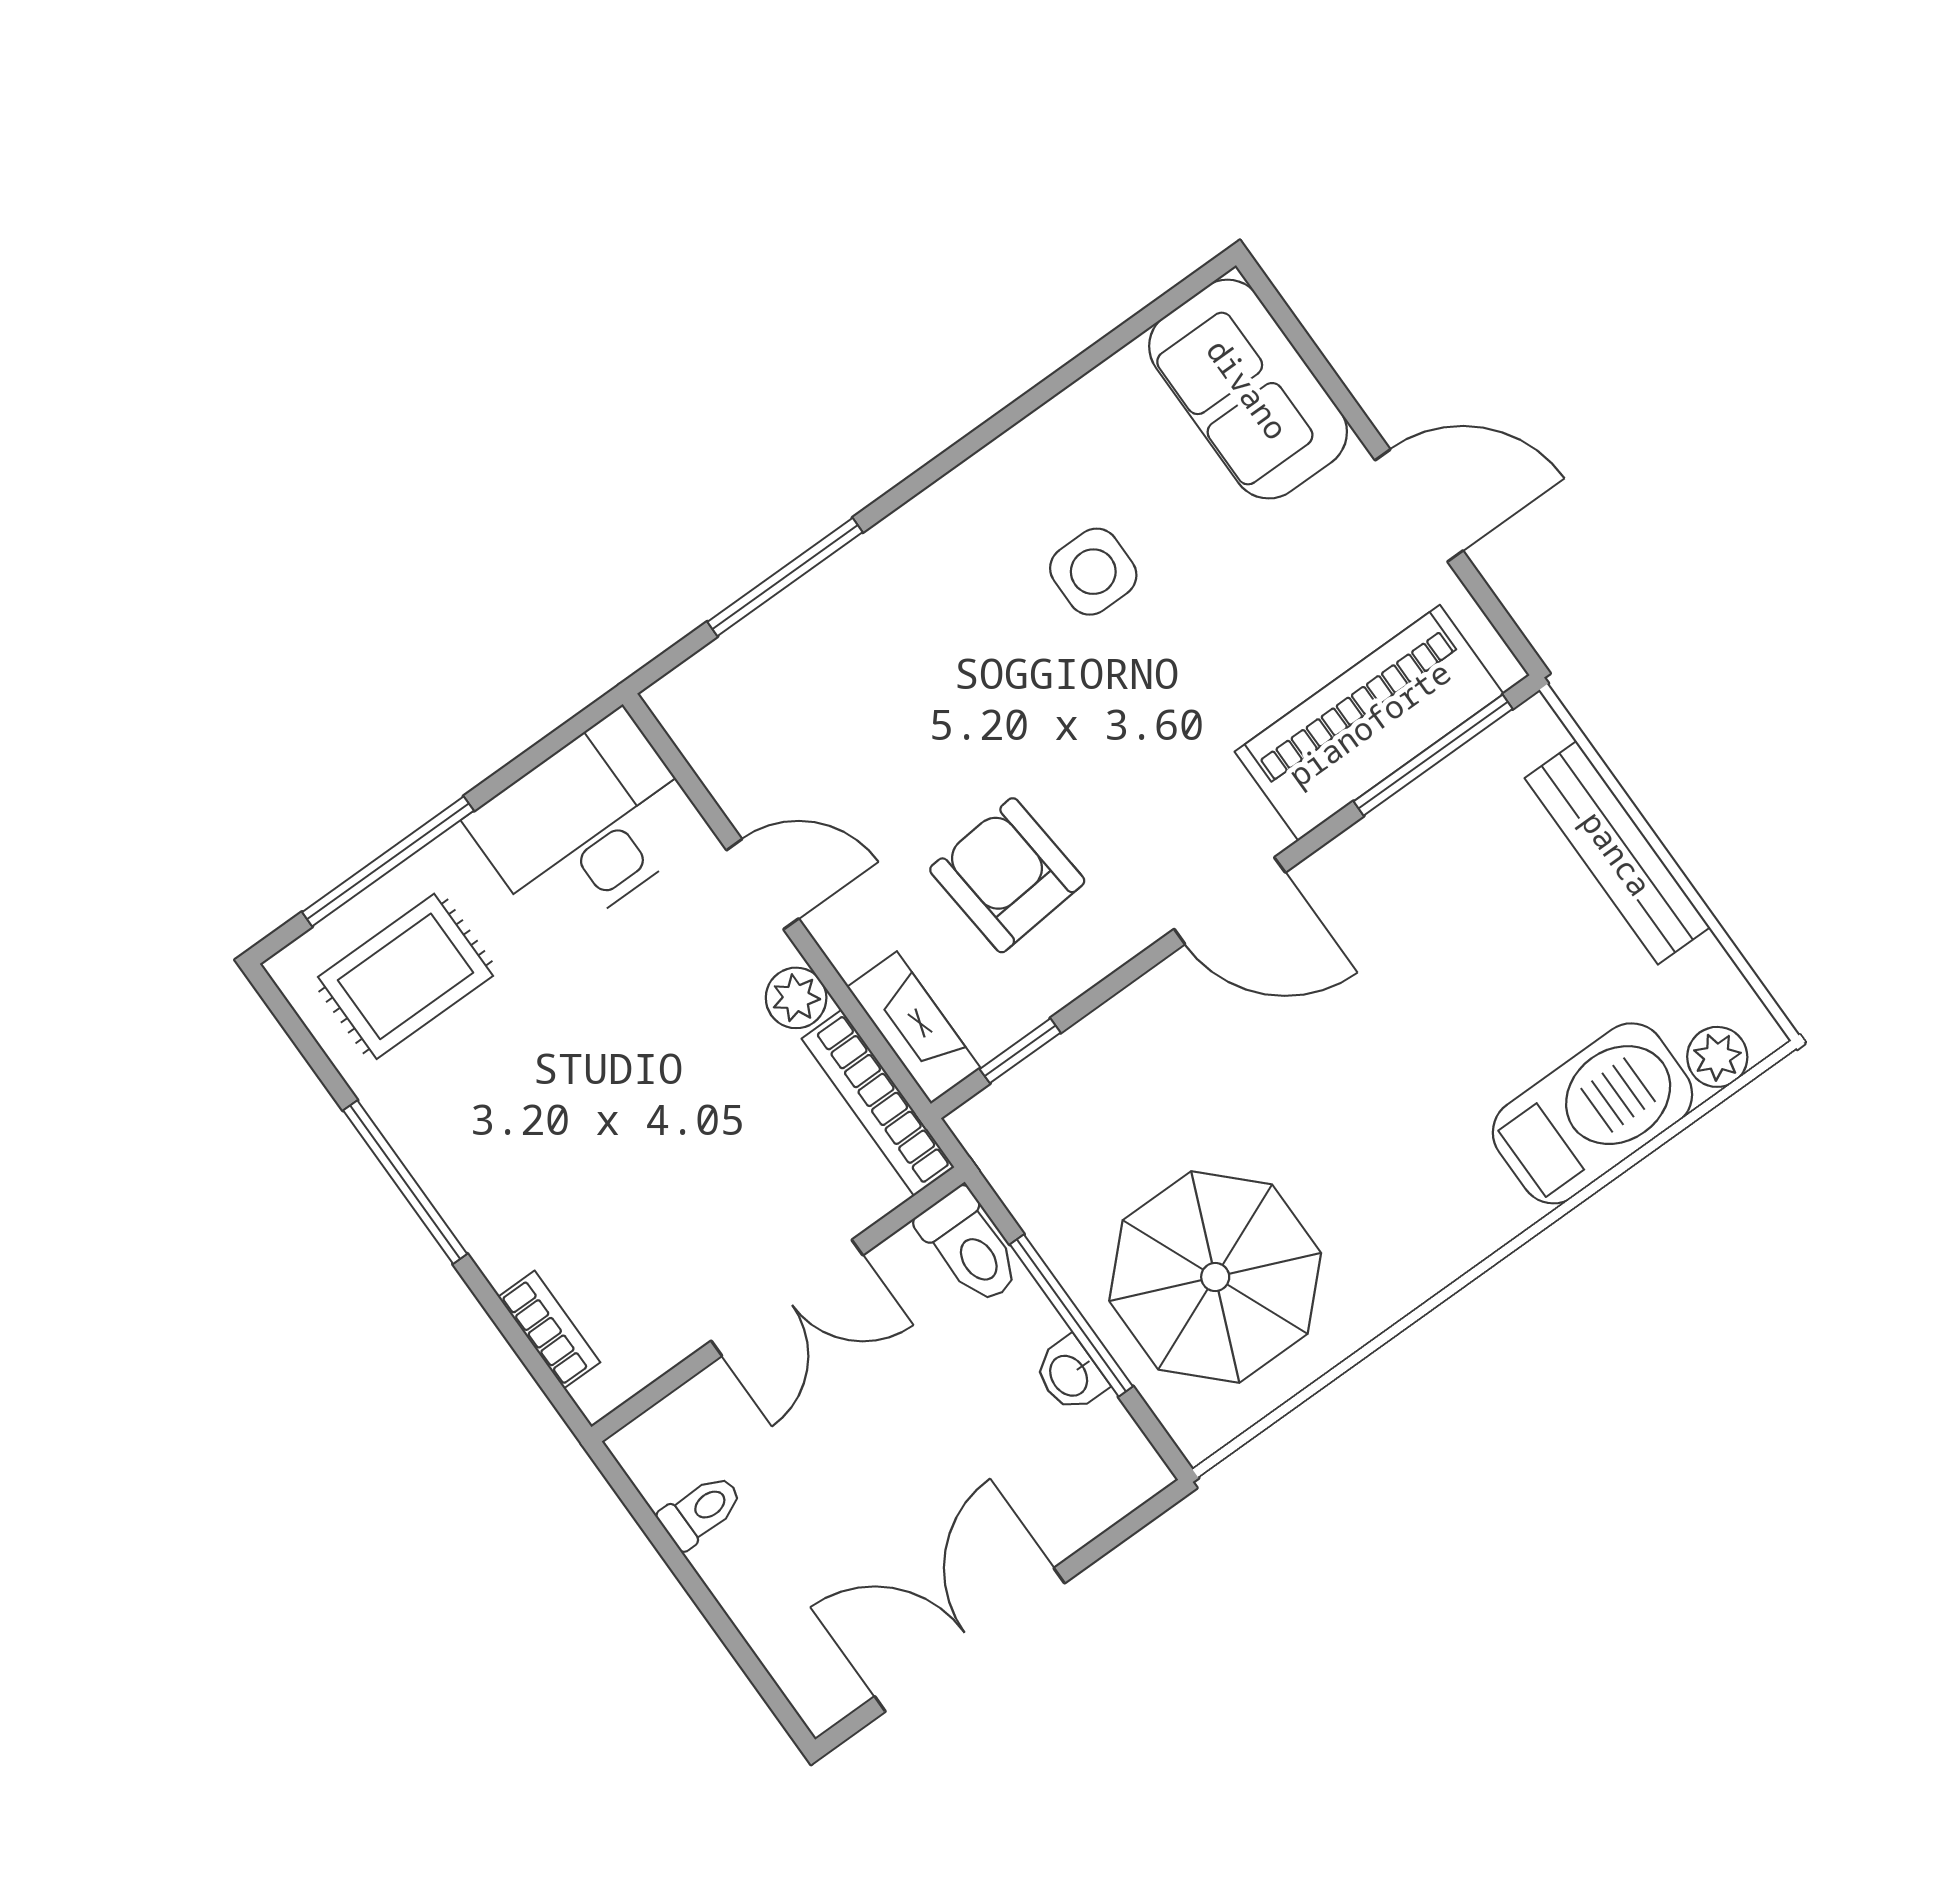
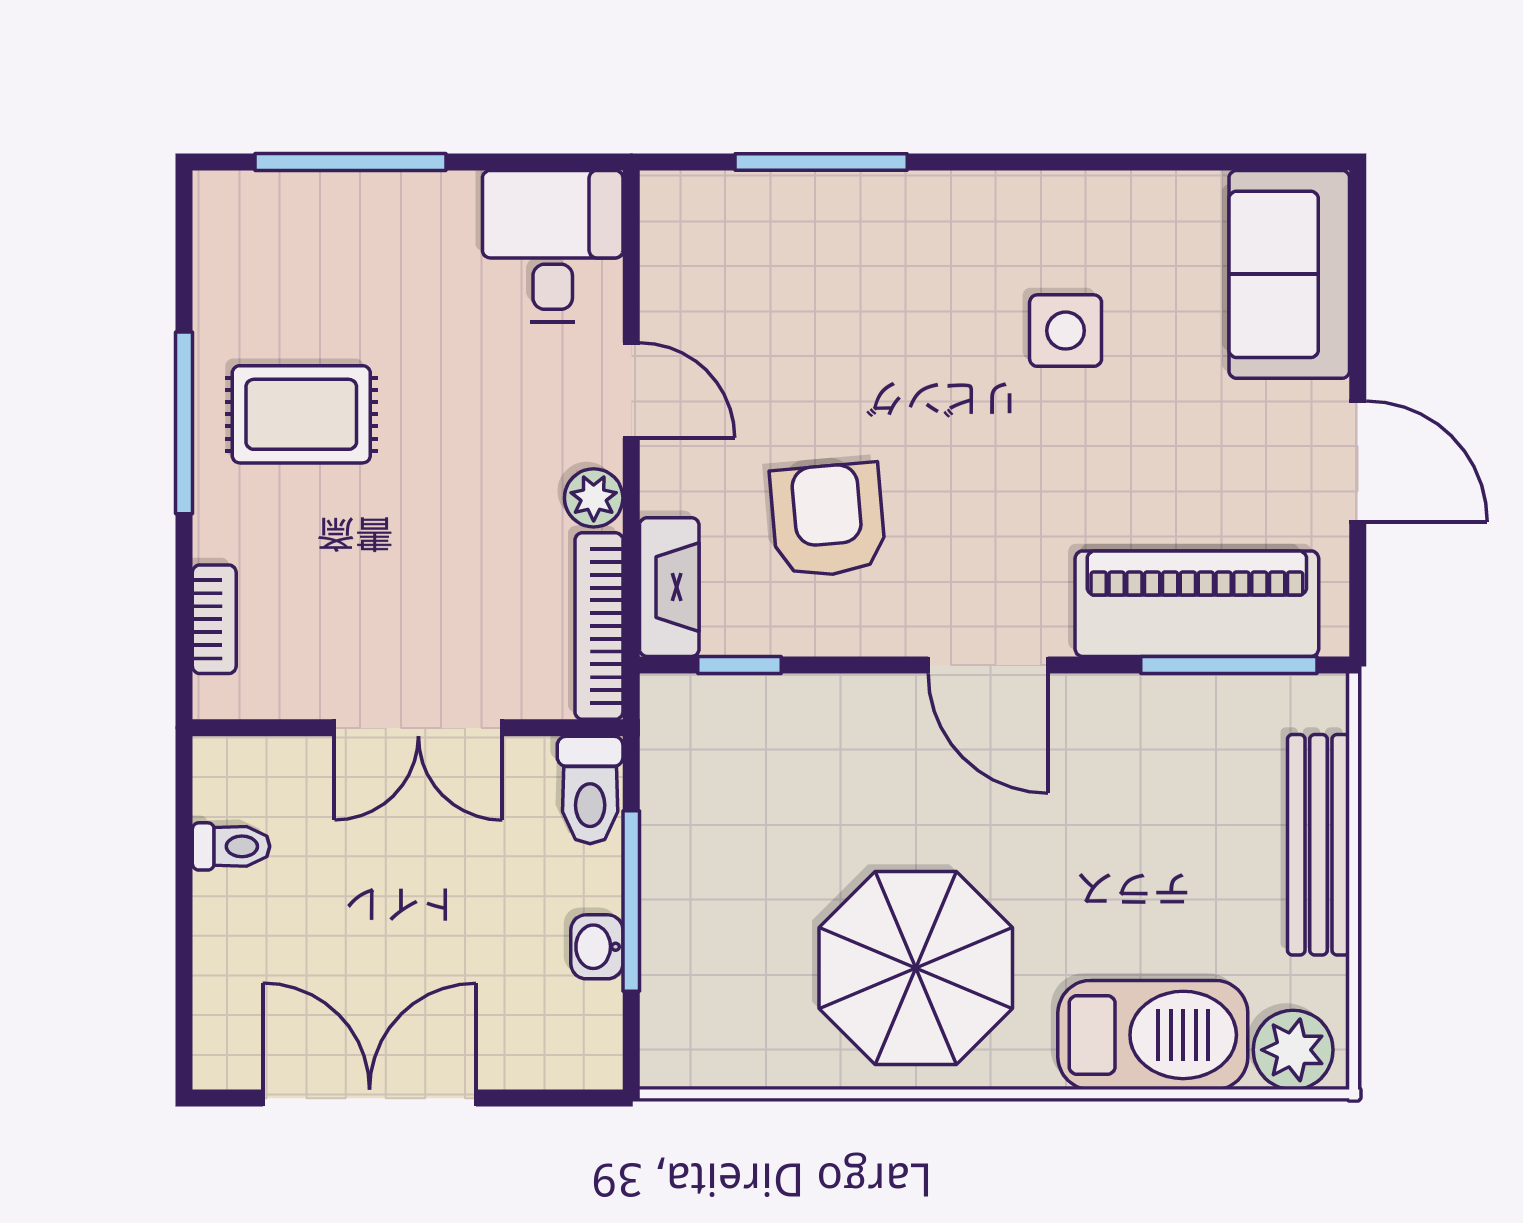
desk: (587, 826) -> (553, 246), width x0.73
rug: (405, 976) -> (301, 414), moved
plant: (1717, 1057) -> (1293, 1050), width x1.38, depth x1.38
parasol: (1215, 1277) -> (916, 968), moved

